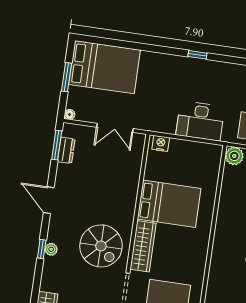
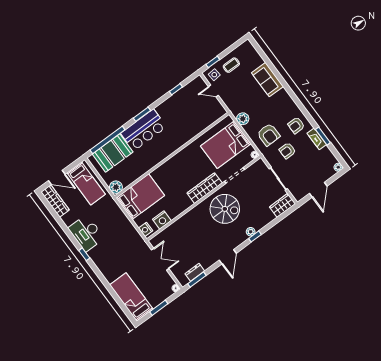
bed: (104, 67) -> (131, 297), width x0.67
desk: (200, 121) -> (86, 233), moved, turned 180
nightstand: (154, 170) -> (162, 220), added
bed: (169, 204) -> (140, 197), moved, turned 90
spiral stairs: (101, 246) -> (225, 209), turned 90

